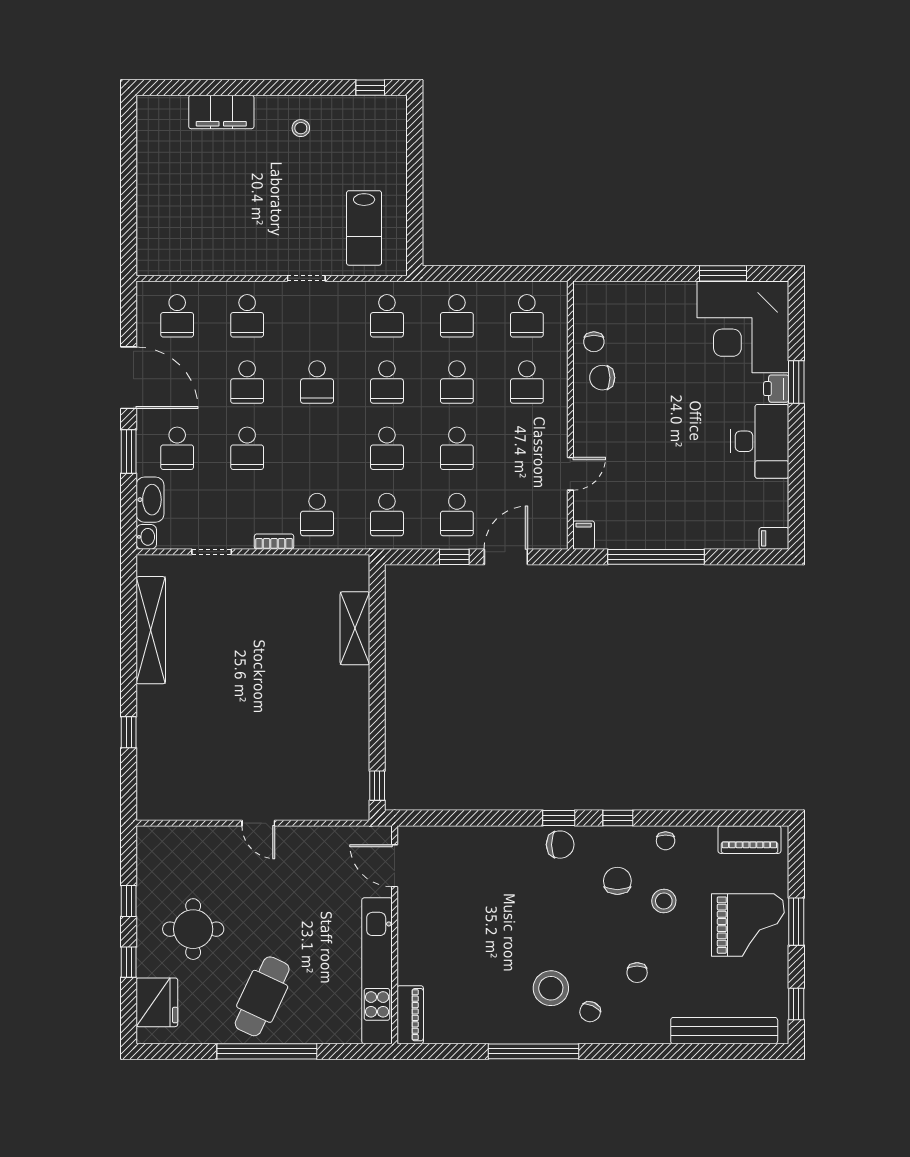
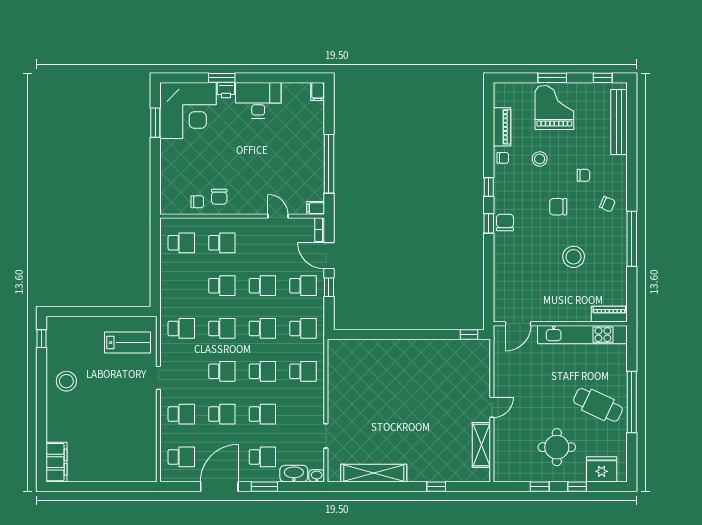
filing cabinet: (221, 112) -> (57, 462), moved
stool: (301, 128) -> (66, 381), width x1.89, depth x1.89
school desk: (457, 316) -> (262, 371), moved
bookcase: (274, 542) -> (320, 230), moved
shelving: (355, 628) -> (481, 445), moved, turned 90
piano: (749, 840) -> (502, 127), moved
chair: (617, 881) -> (558, 207), moved
stool: (551, 988) -> (574, 257), moved

